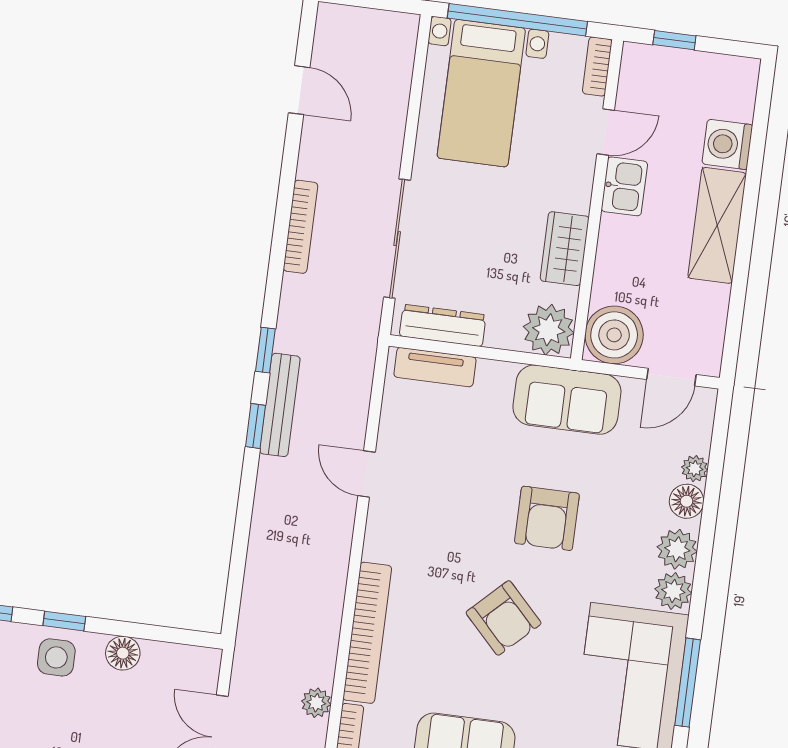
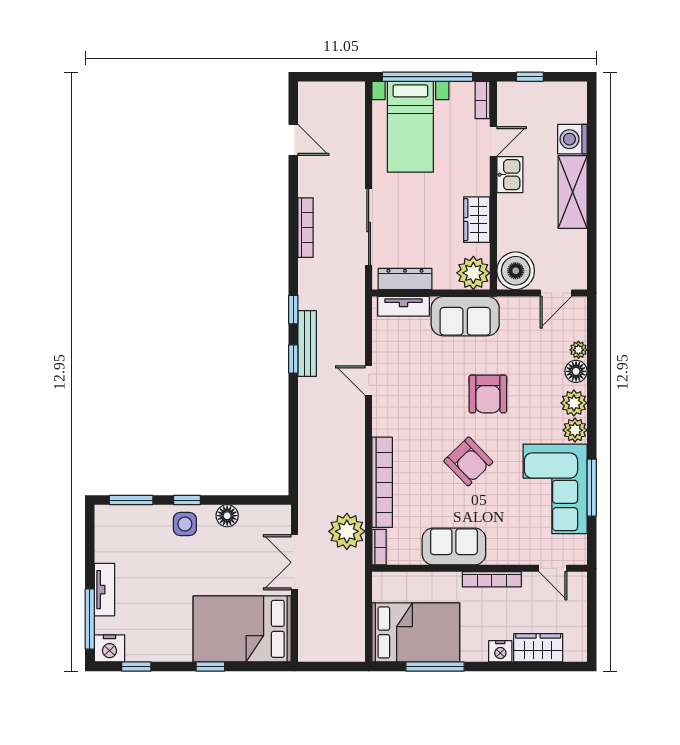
sofa: (567, 400) -> (465, 316), moved
plant: (316, 703) -> (347, 531), width x1.87, depth x1.87

